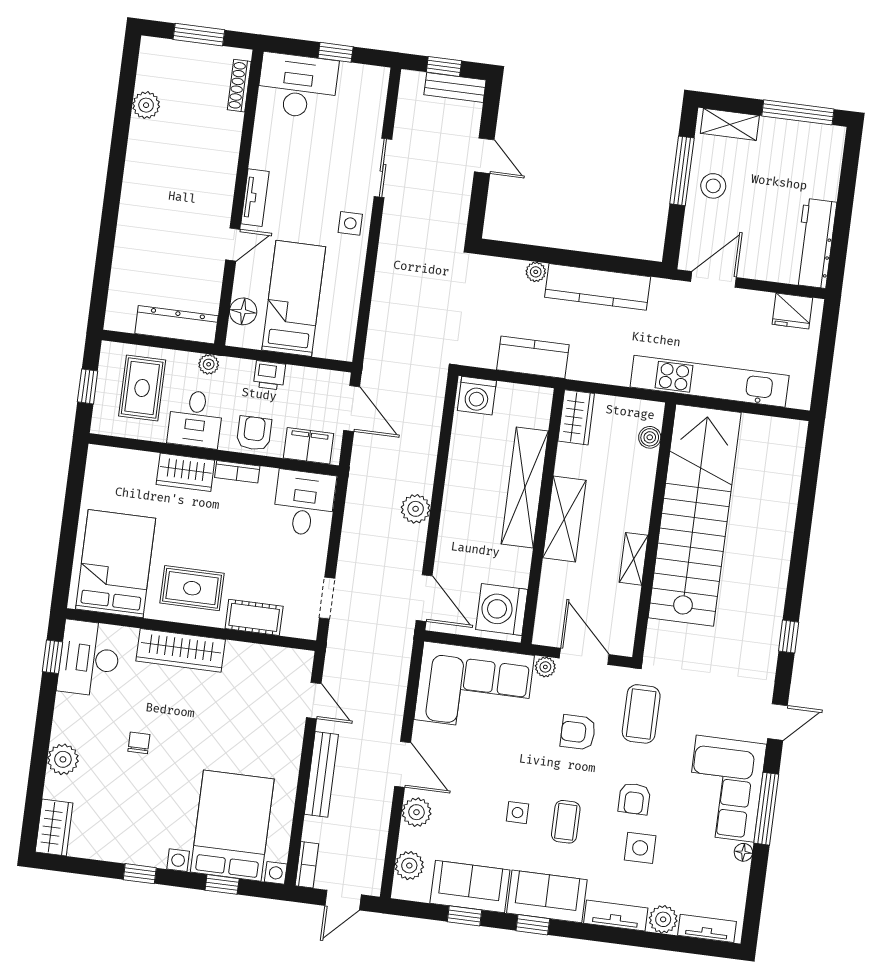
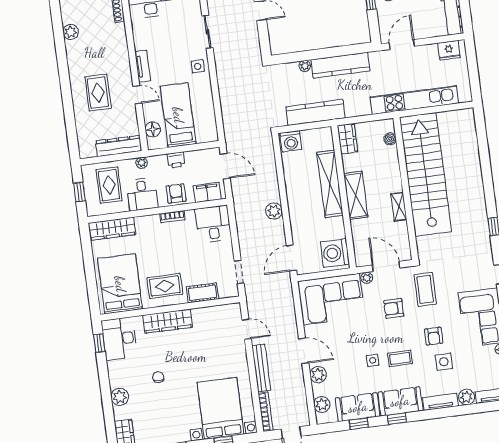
rug: (165, 223) -> (98, 93), added
door: (233, 245) -> (137, 95), hinge flipped
kitchen counter: (533, 357) -> (316, 112), width x1.50
wardrobe: (185, 472) -> (112, 229), moved, width x1.50
door: (424, 598) -> (291, 258), swing flipped
coffee table: (566, 822) -> (400, 358), turned 90
bookcase: (307, 865) -> (266, 412), width x1.56

